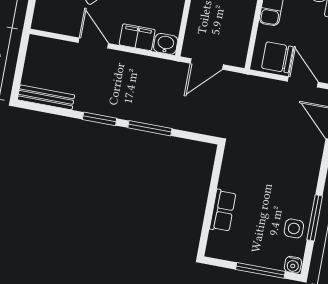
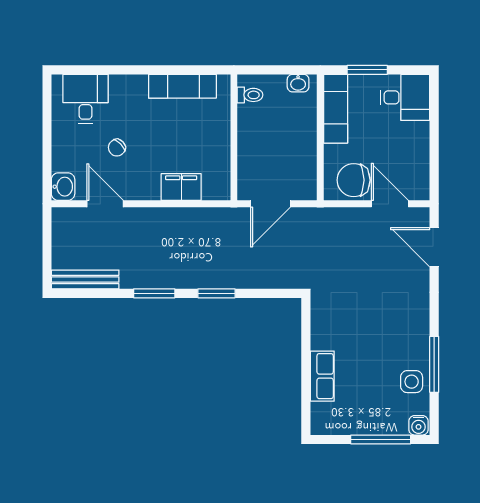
door: (93, 43) -> (105, 204), moved
washbasin: (166, 44) -> (63, 187), moved, turned 90
window: (150, 128) -> (217, 293), width x0.69

